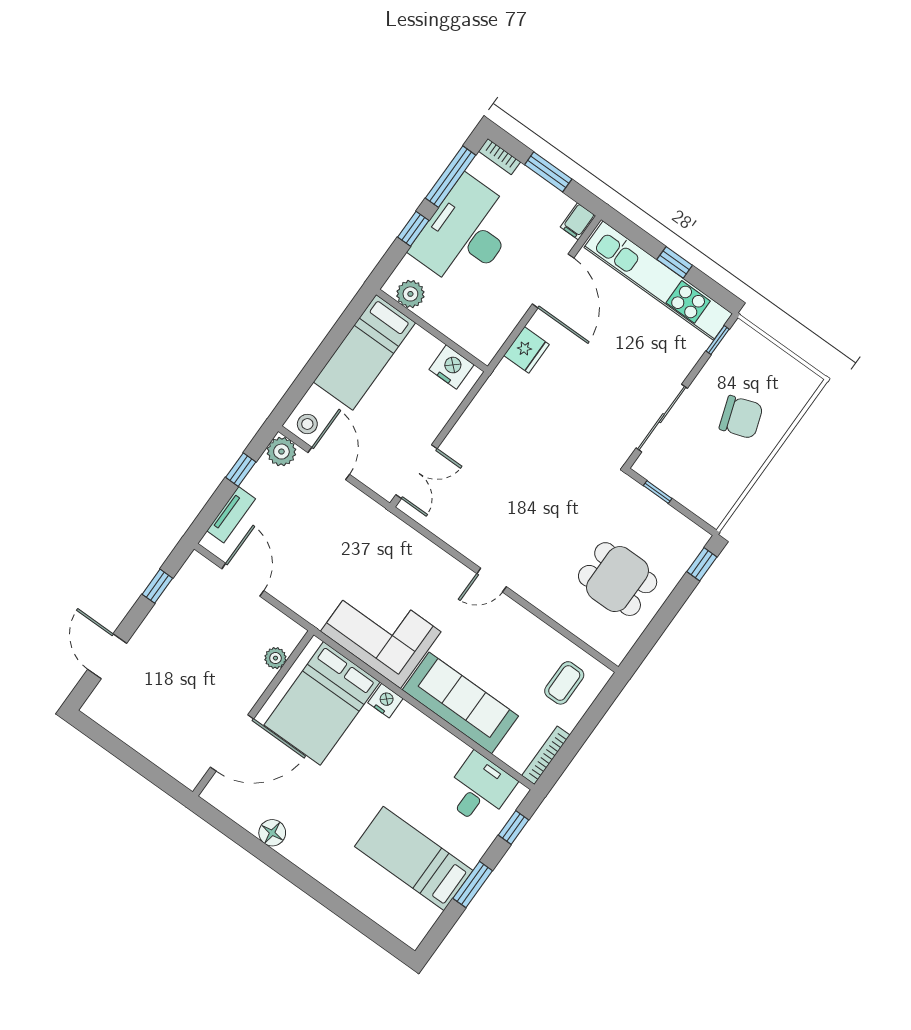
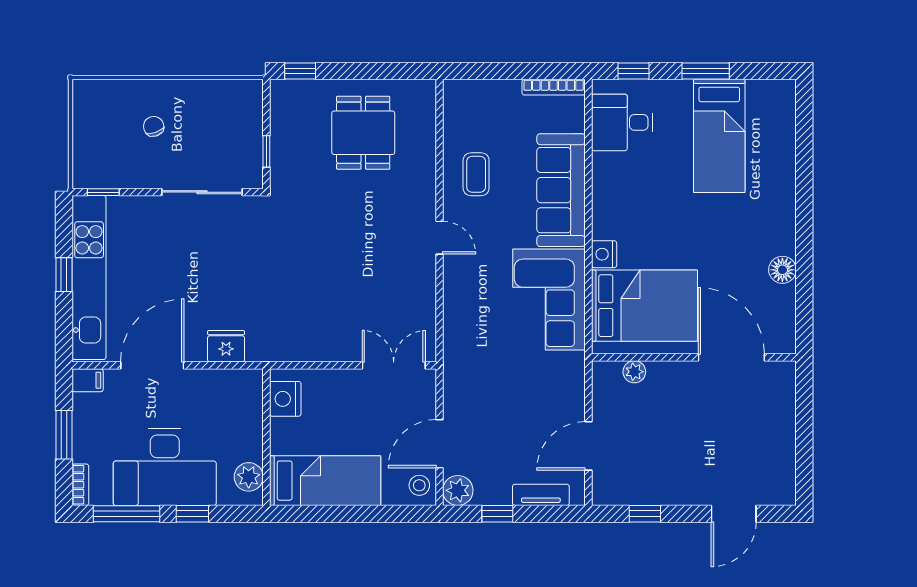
chair: (741, 417) -> (154, 126), width x0.54, depth x0.54
coffee table: (564, 683) -> (476, 174), moved, turned 90

